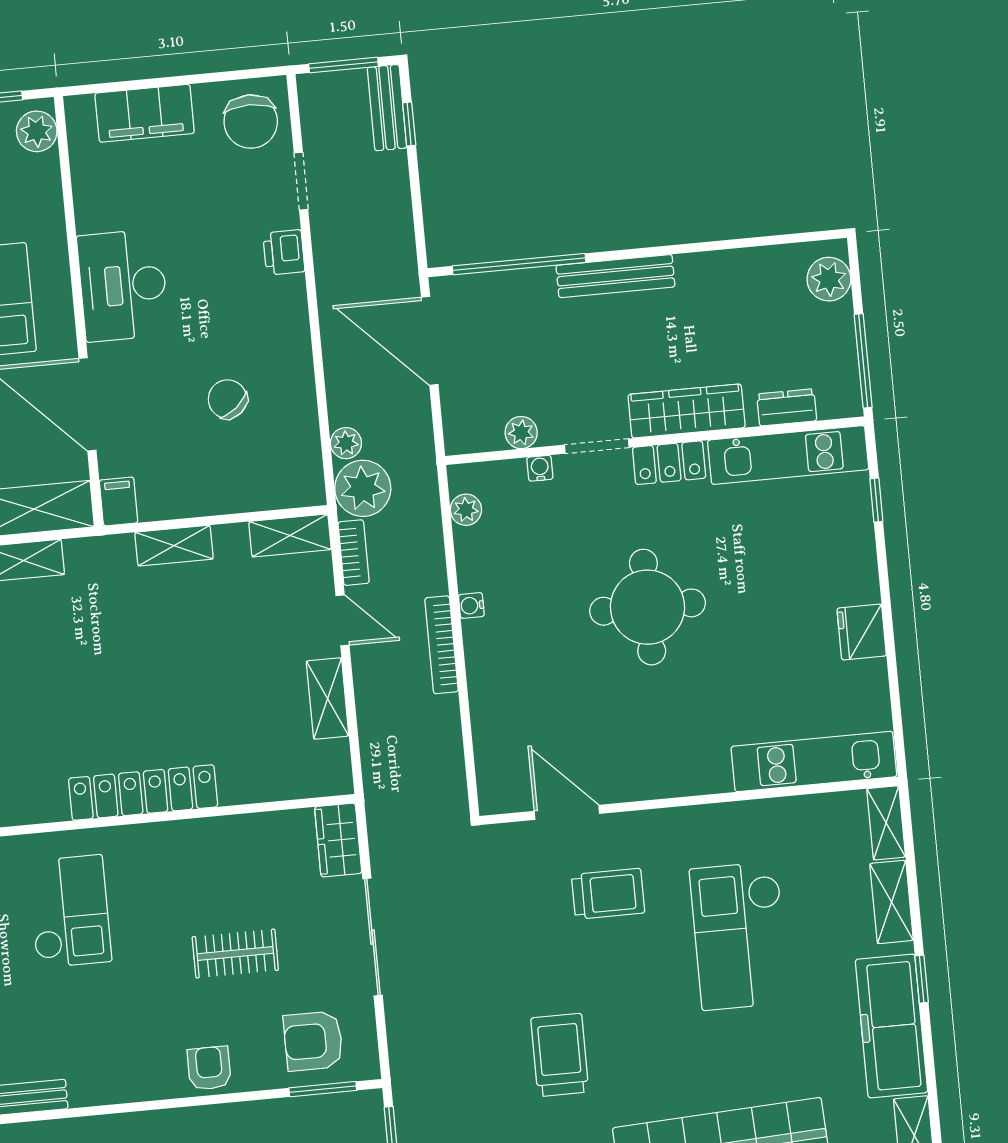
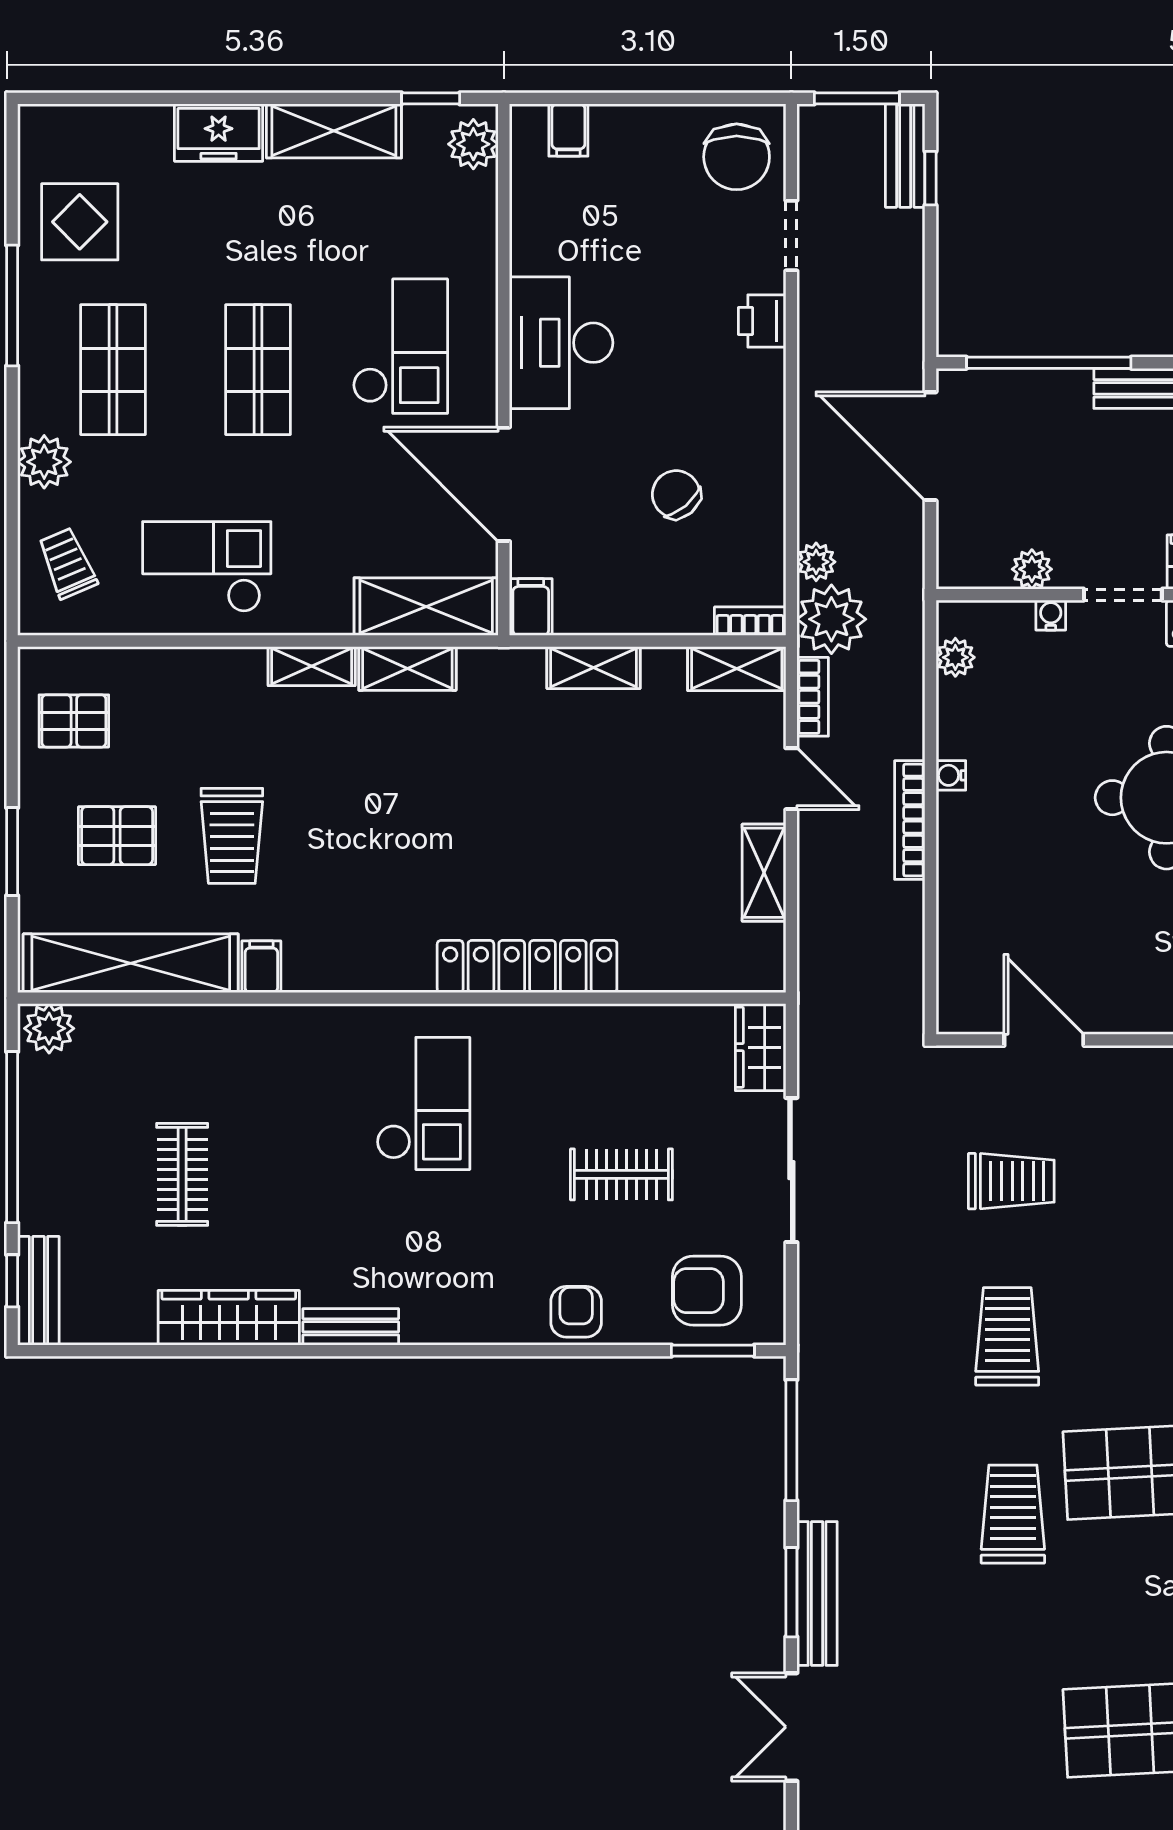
filing cabinet: (145, 113) -> (568, 130), width x0.33, depth x0.86
bookcase: (297, 496) -> (750, 621), added
trolley: (608, 894) -> (1011, 1181), moved

